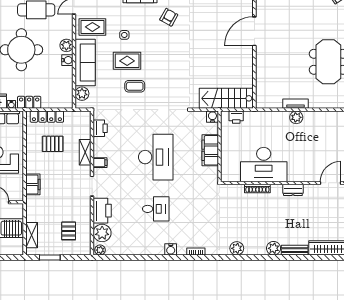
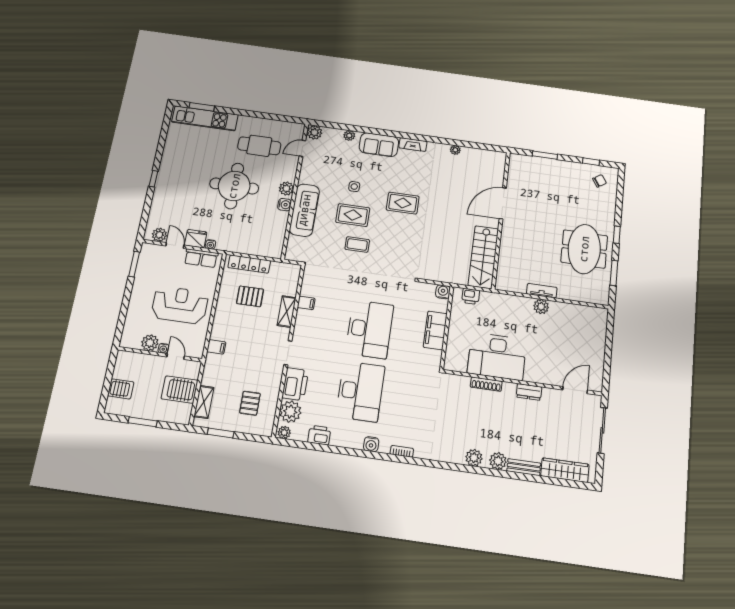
armchair: (169, 17) -> (407, 175), removed
rug: (92, 27) -> (403, 203), moved
plant: (82, 94) -> (295, 244), removed
stairs: (226, 98) -> (483, 257), moved, turned -90
locker: (29, 102) -> (232, 245), removed
printer: (100, 128) -> (319, 435), moved, turned -90
filing cabinet: (100, 163) -> (306, 303), moved
filing cabinet: (33, 184) -> (216, 347), width x0.50
desk: (156, 209) -> (360, 391), width x1.87, depth x1.30
plant: (237, 248) -> (474, 458), moved

